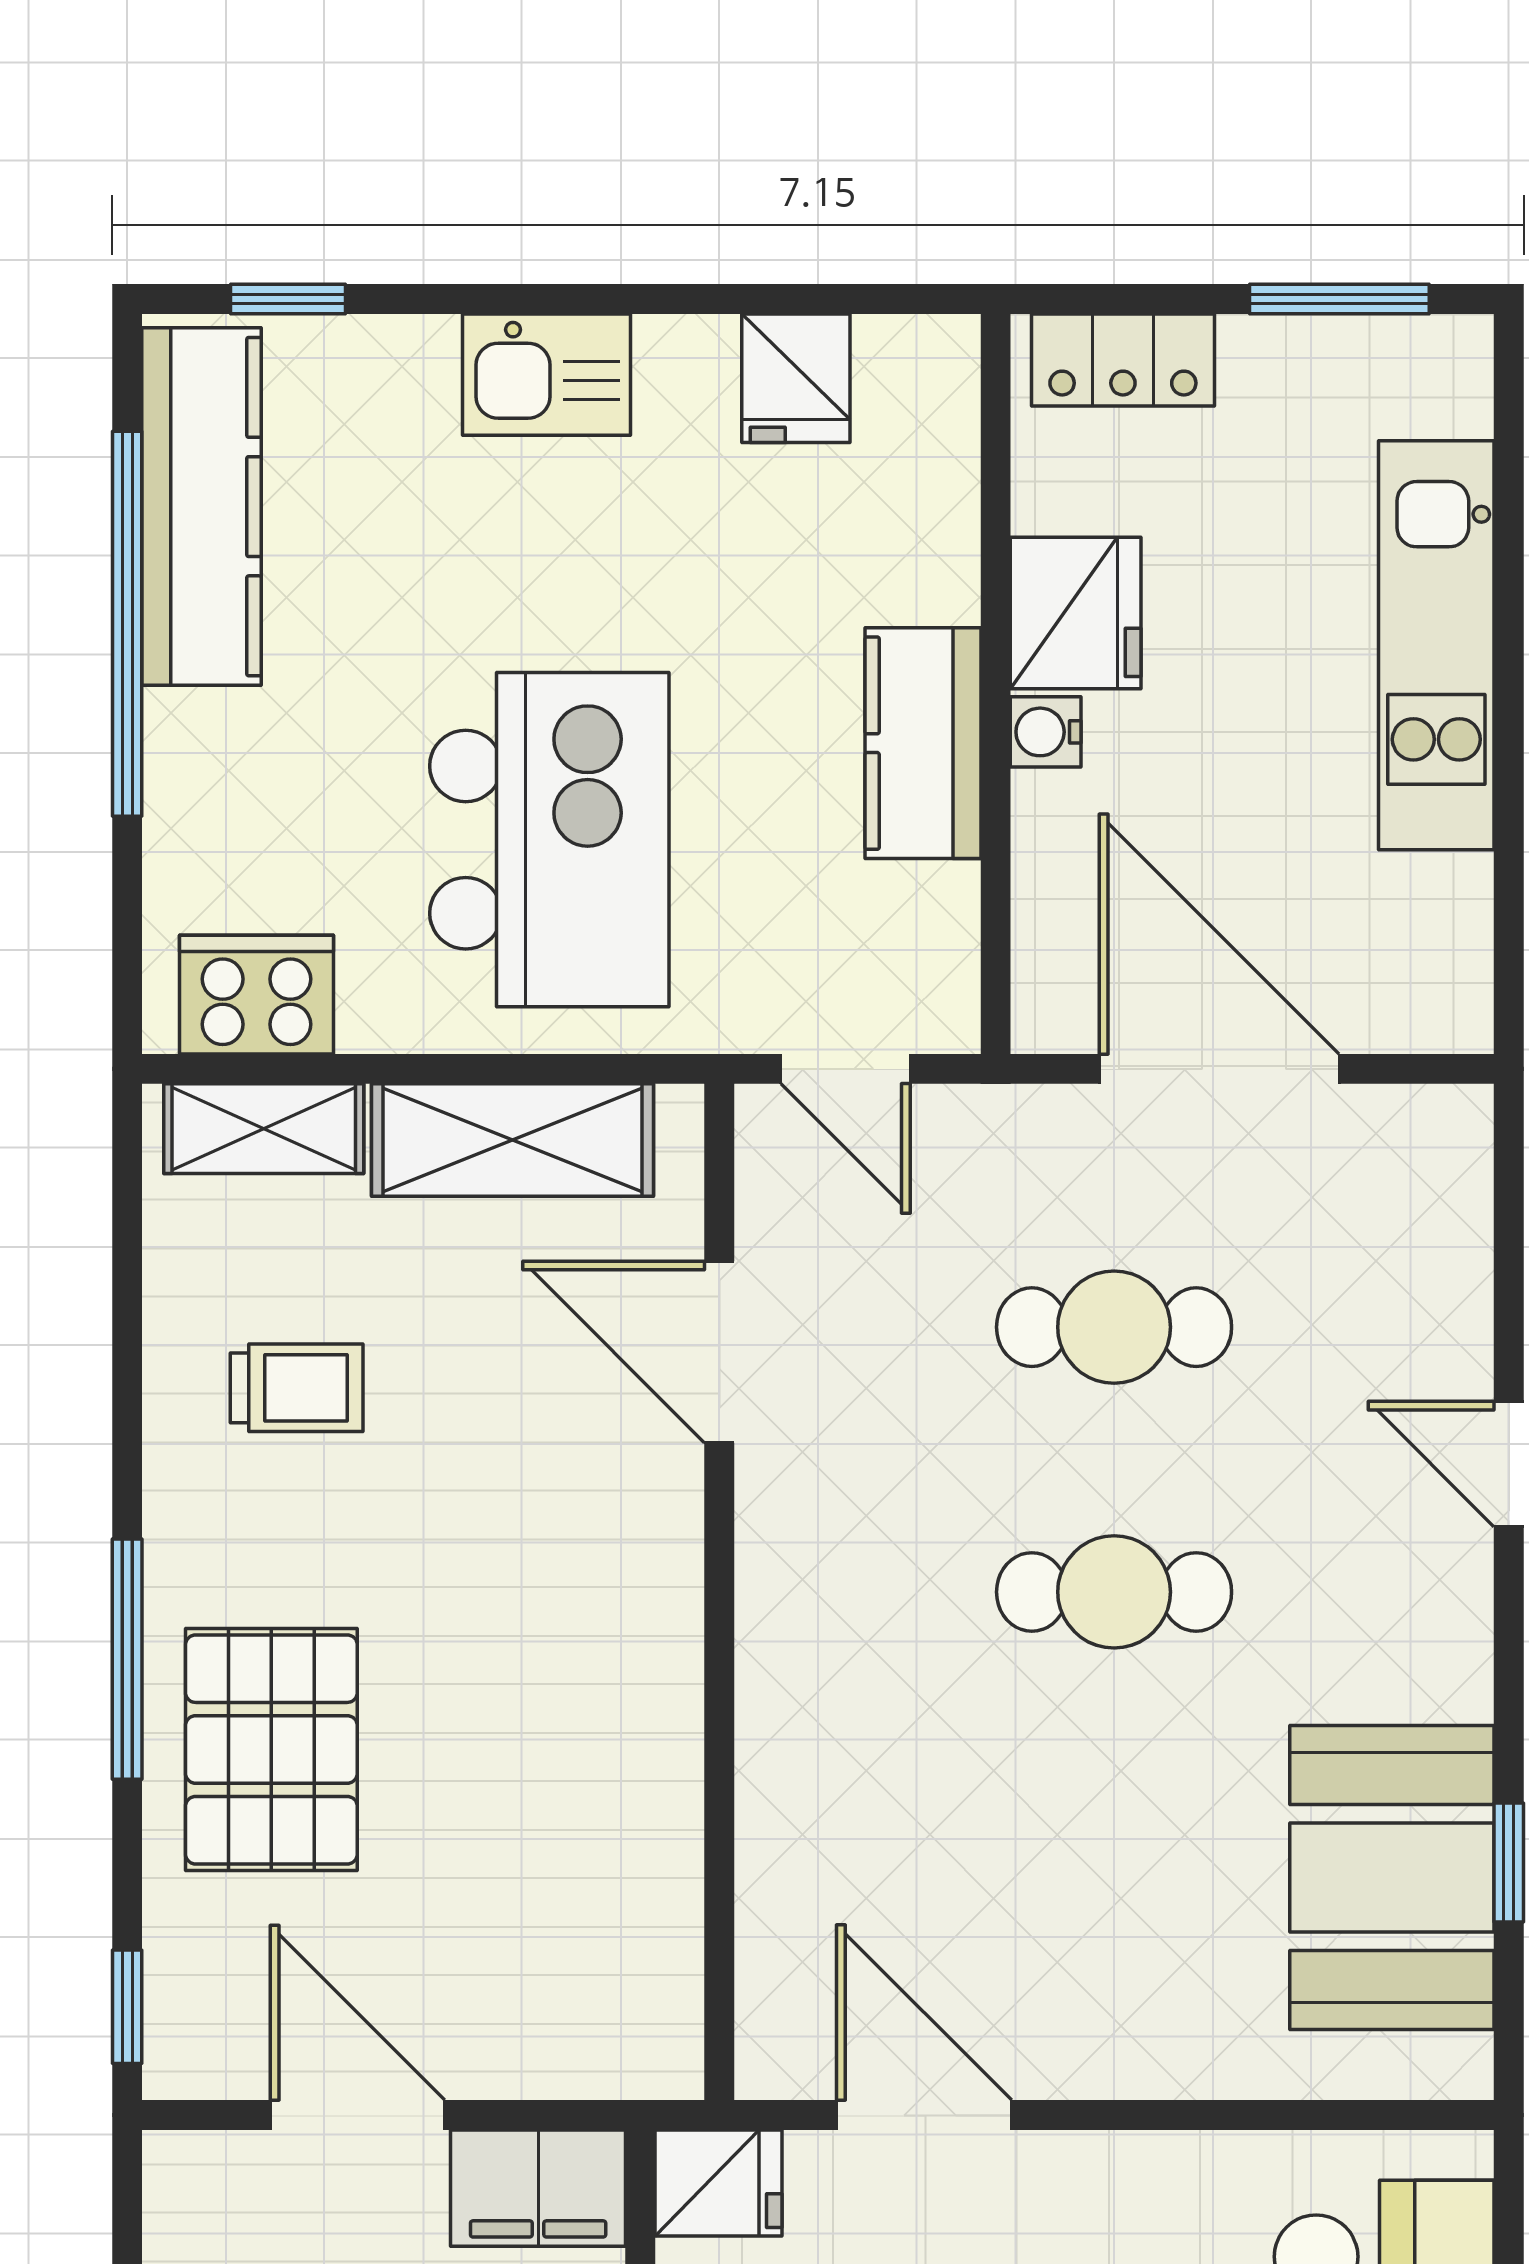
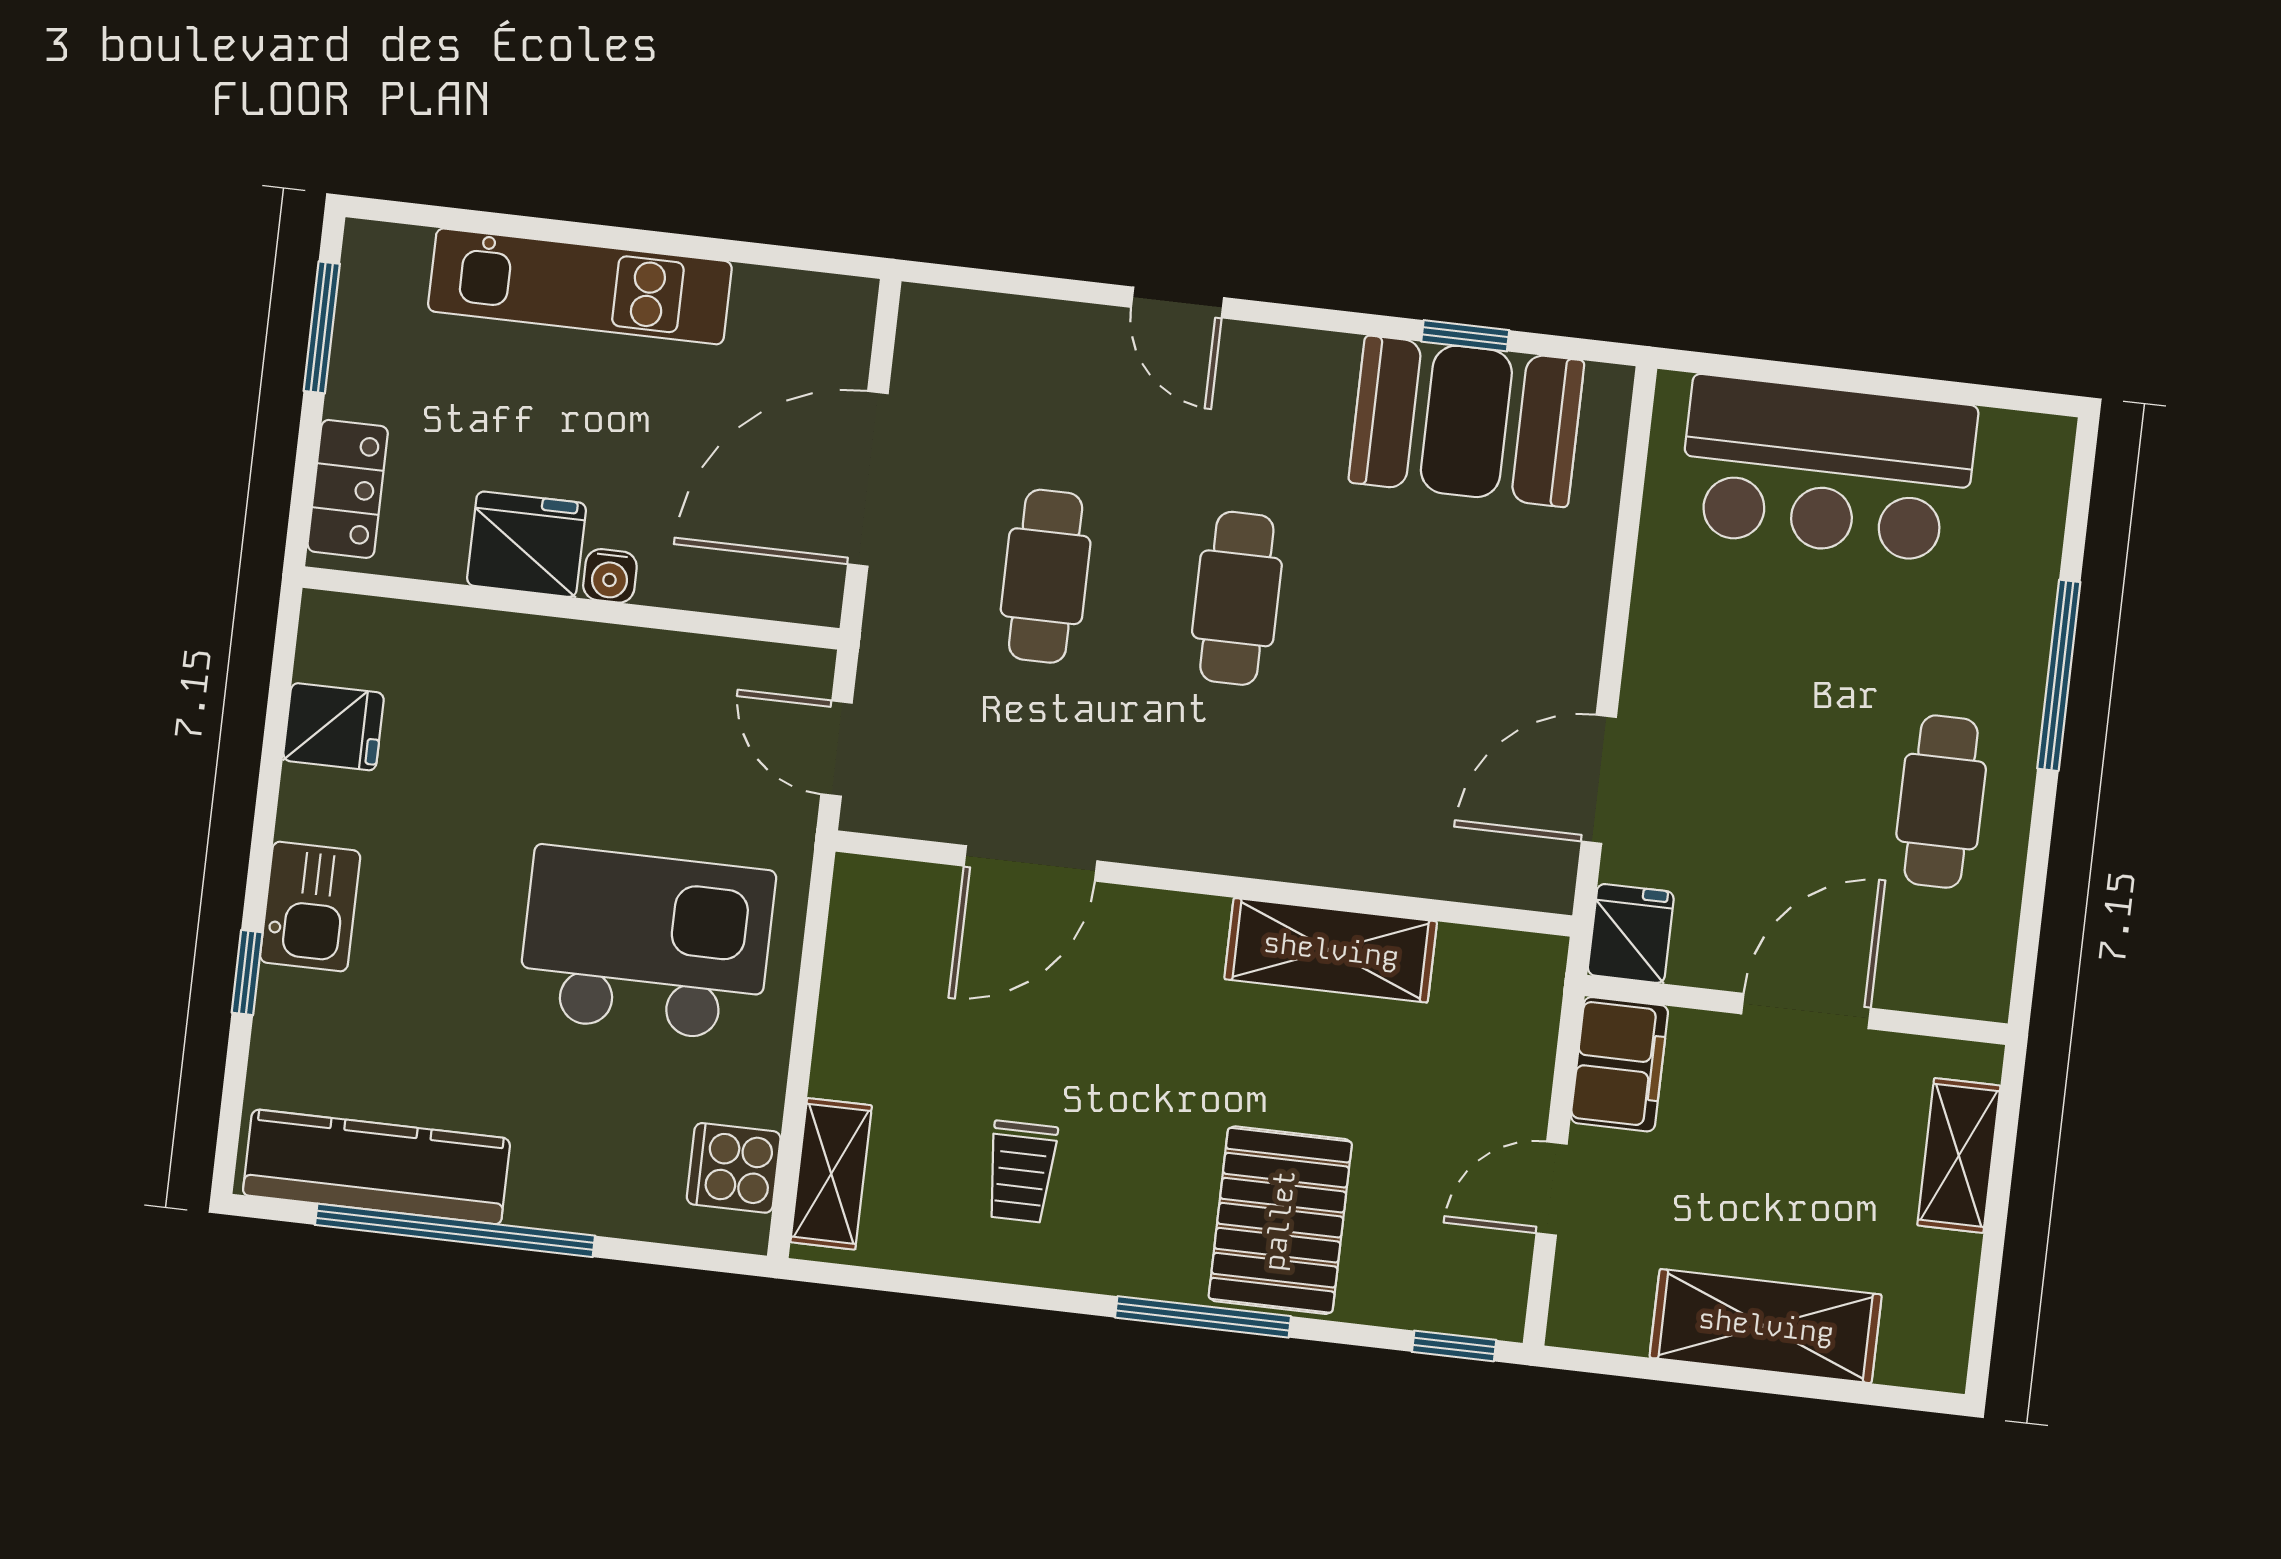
window: (288, 299) -> (247, 973), moved
kitchen counter: (923, 743) -> (608, 665), removed
cooker: (256, 995) -> (734, 1168), width x0.73
door: (846, 1069) -> (837, 749), swing flipped
shelving: (513, 1140) -> (1331, 950), moved, turned 90
trolley: (297, 1388) -> (1021, 1172), turned 180
door: (1509, 1464) -> (1177, 302), hinge flipped
pallet: (271, 1749) -> (1280, 1220), turned 90
door: (358, 2115) -> (1552, 1188), width x0.73

